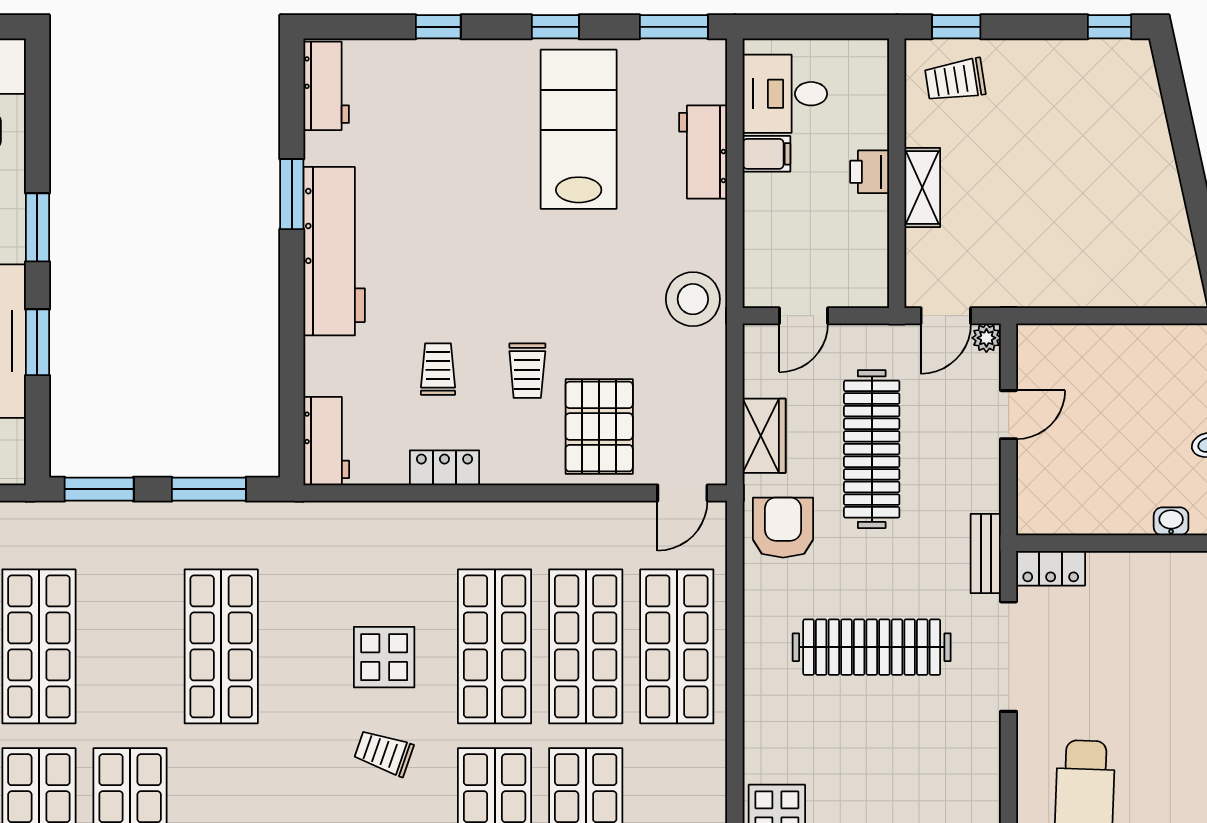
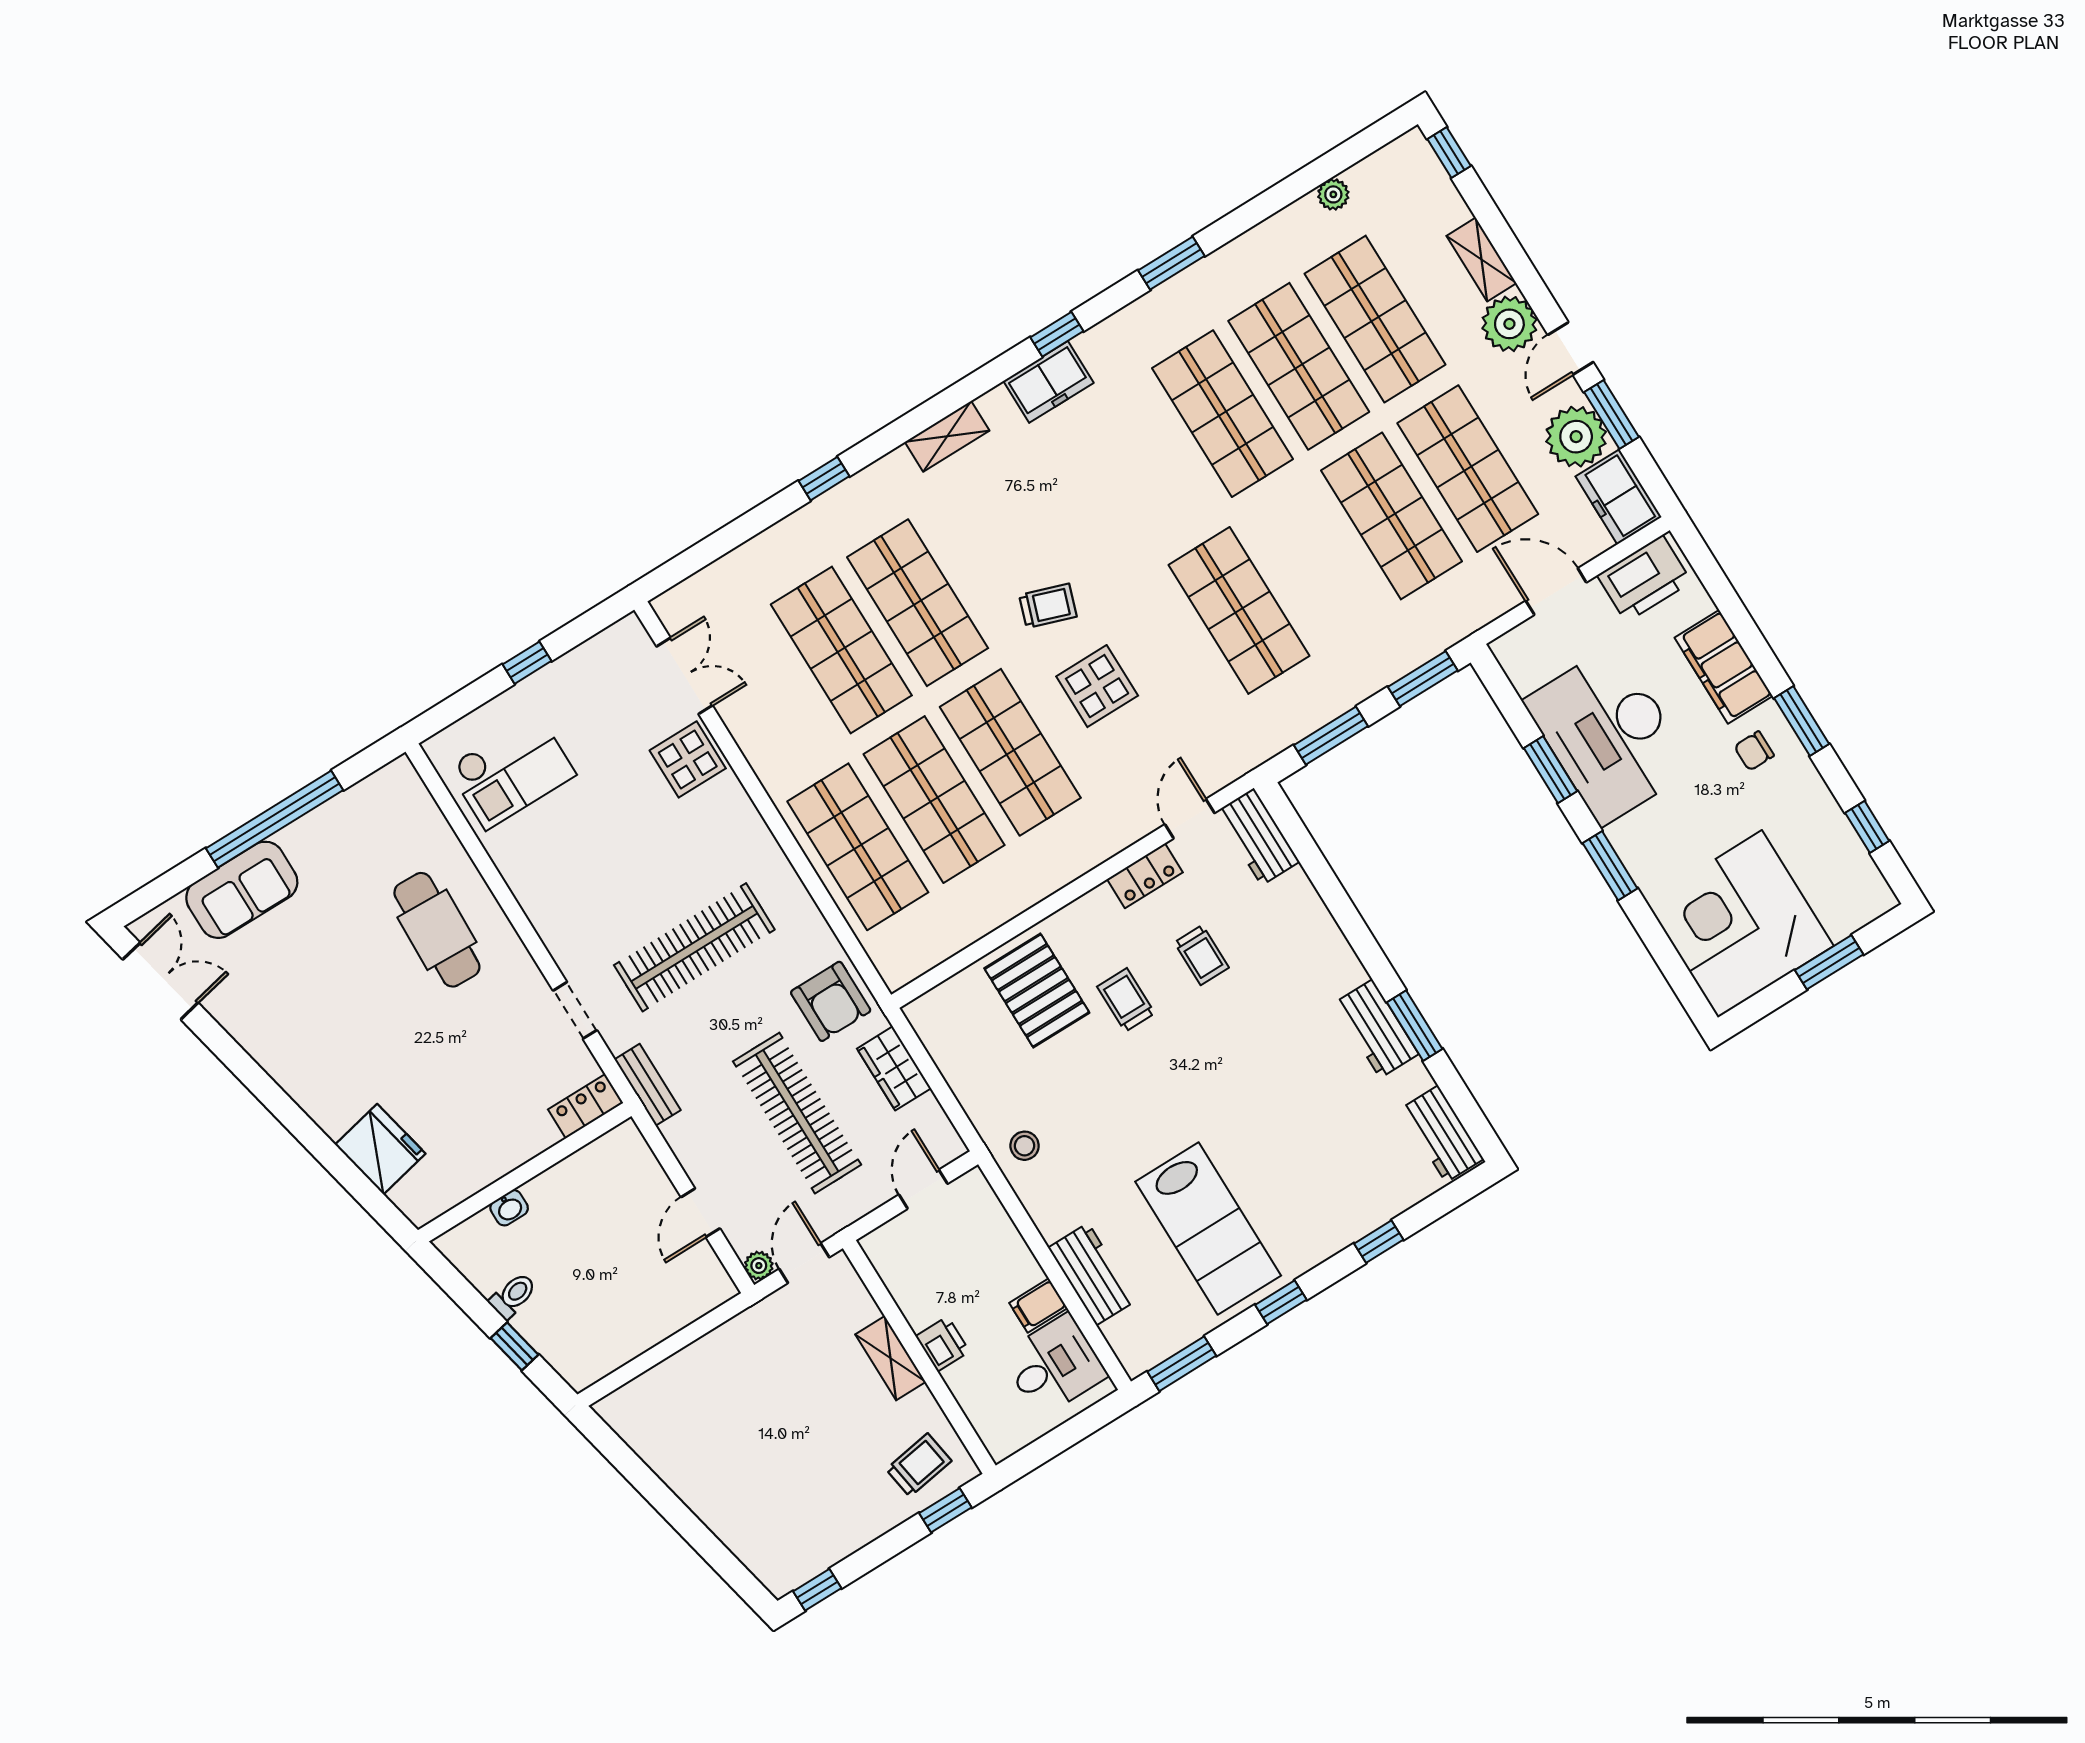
workbench: (334, 251) -> (1376, 1029), width x0.53, depth x0.76
stool: (693, 299) -> (1025, 1146), width x0.53, depth x0.53
door: (682, 493) -> (1190, 819), moved
doorway: (1009, 657) -> (575, 1010), width x0.53

